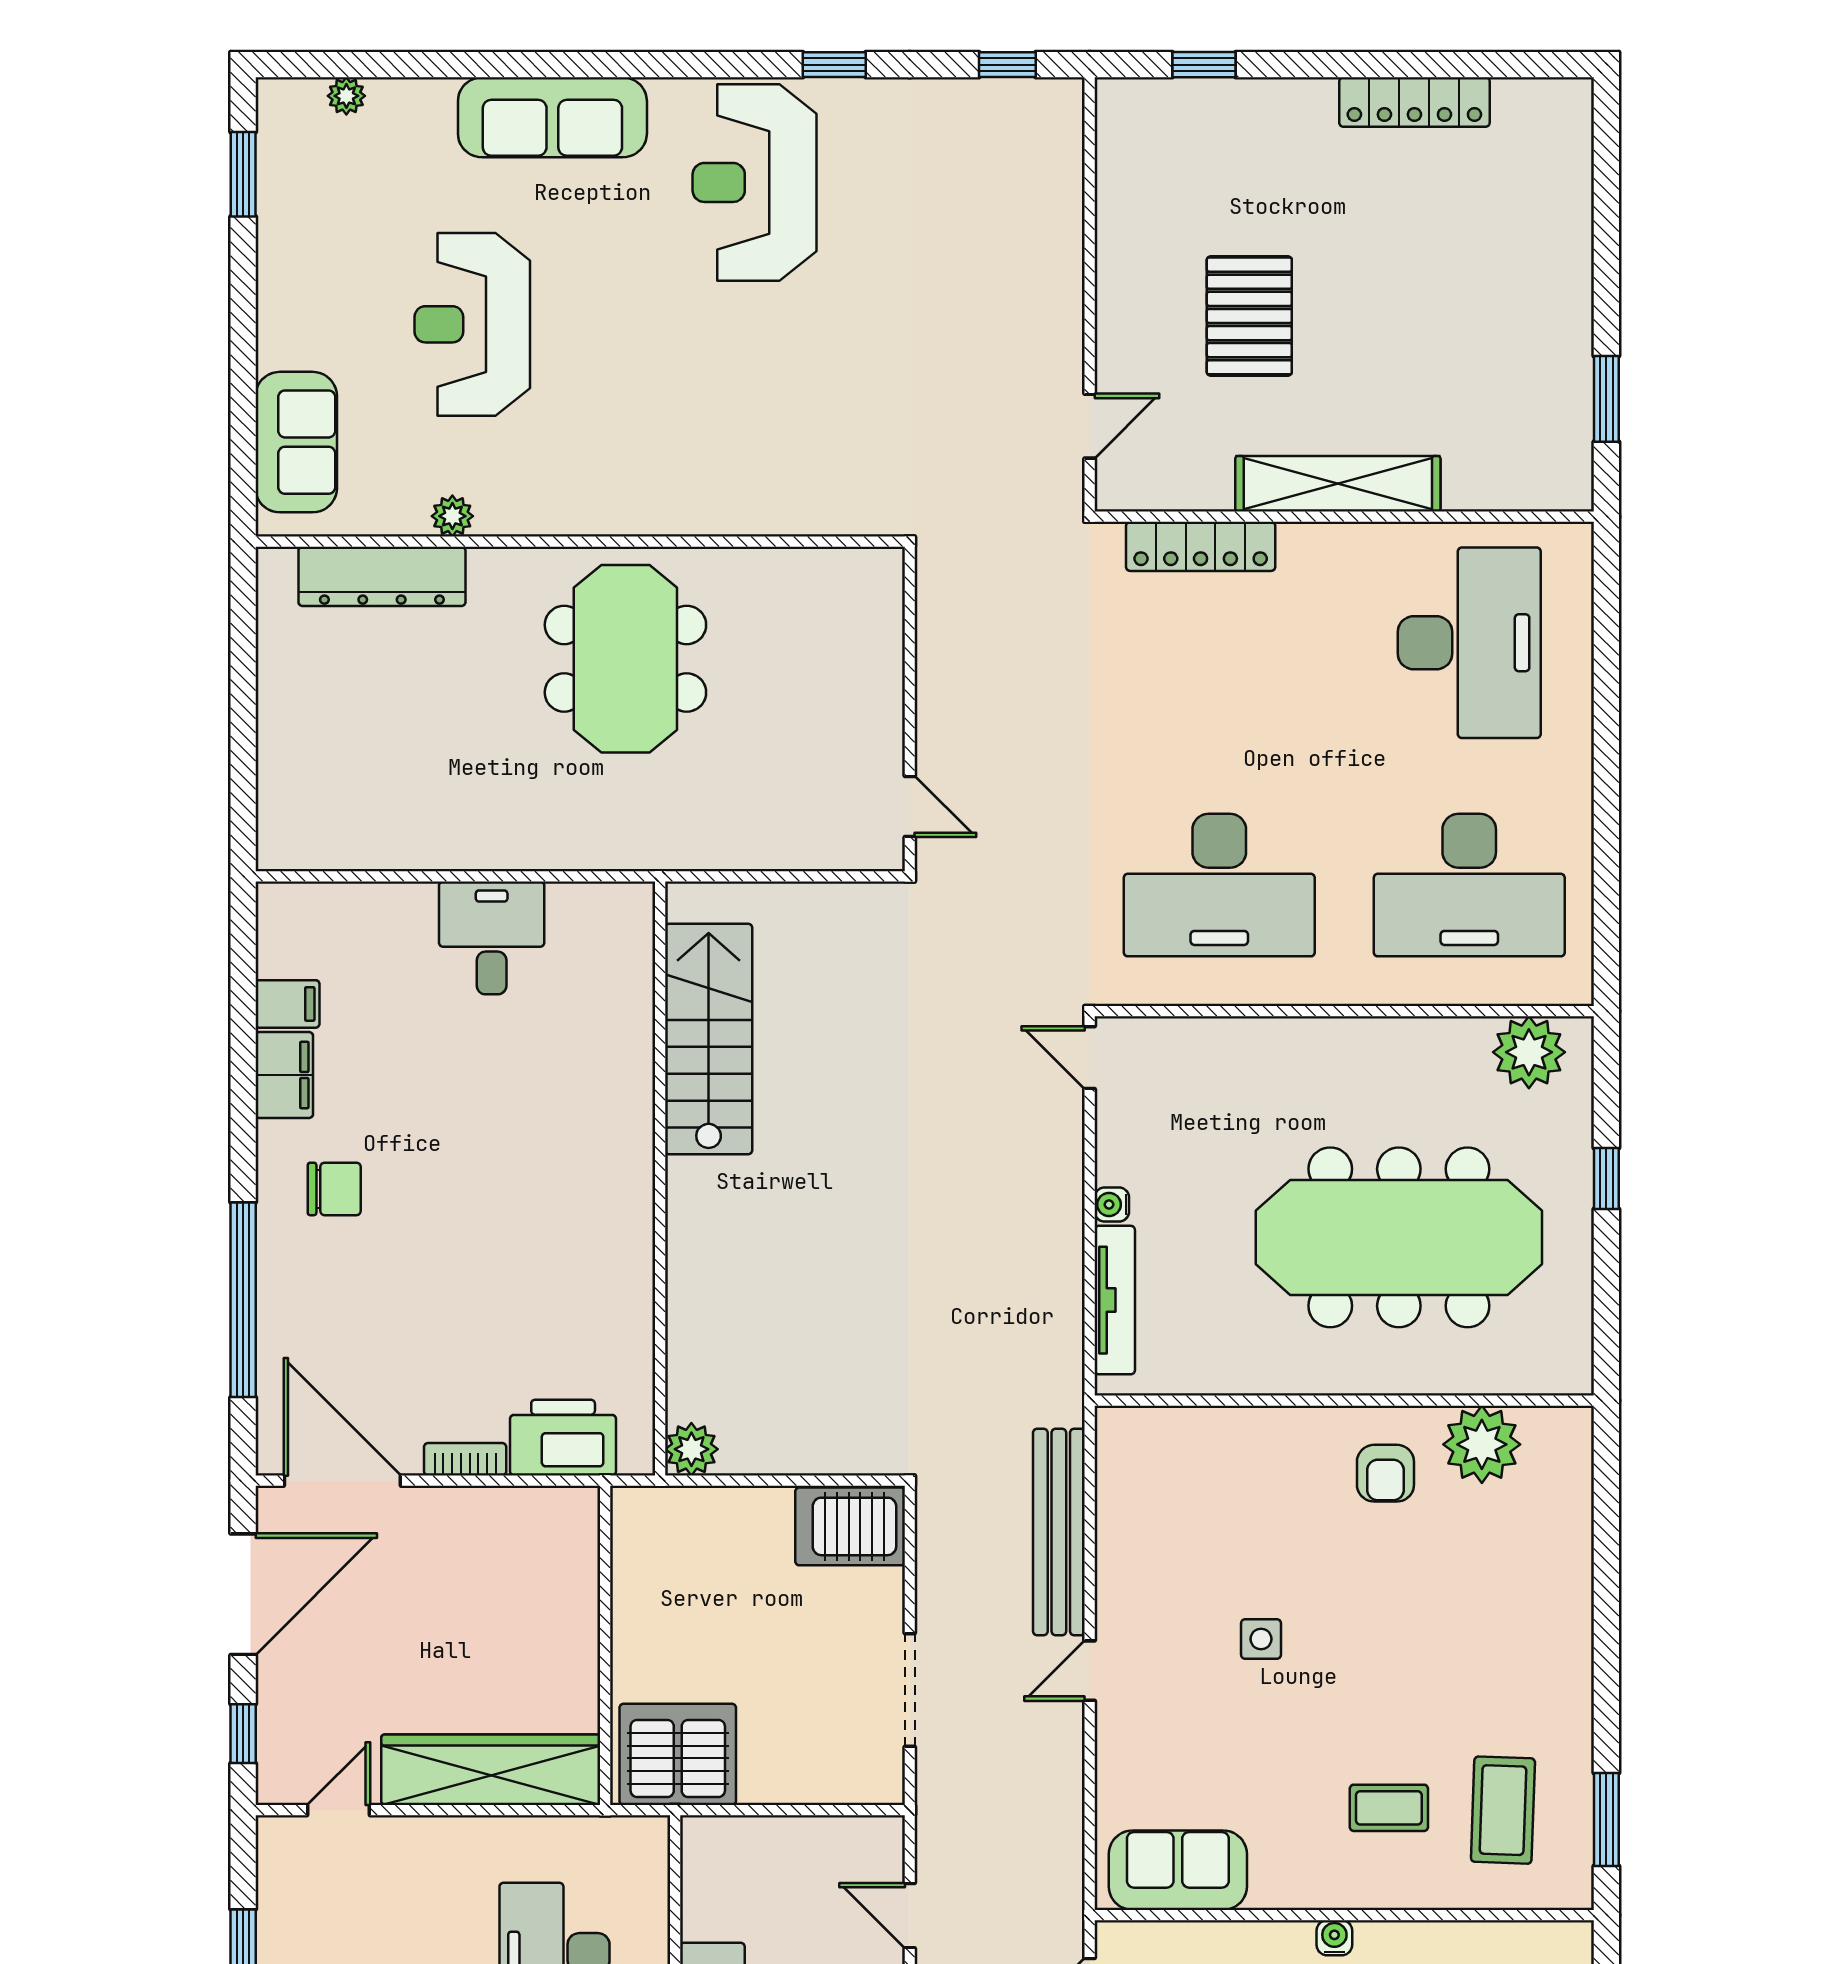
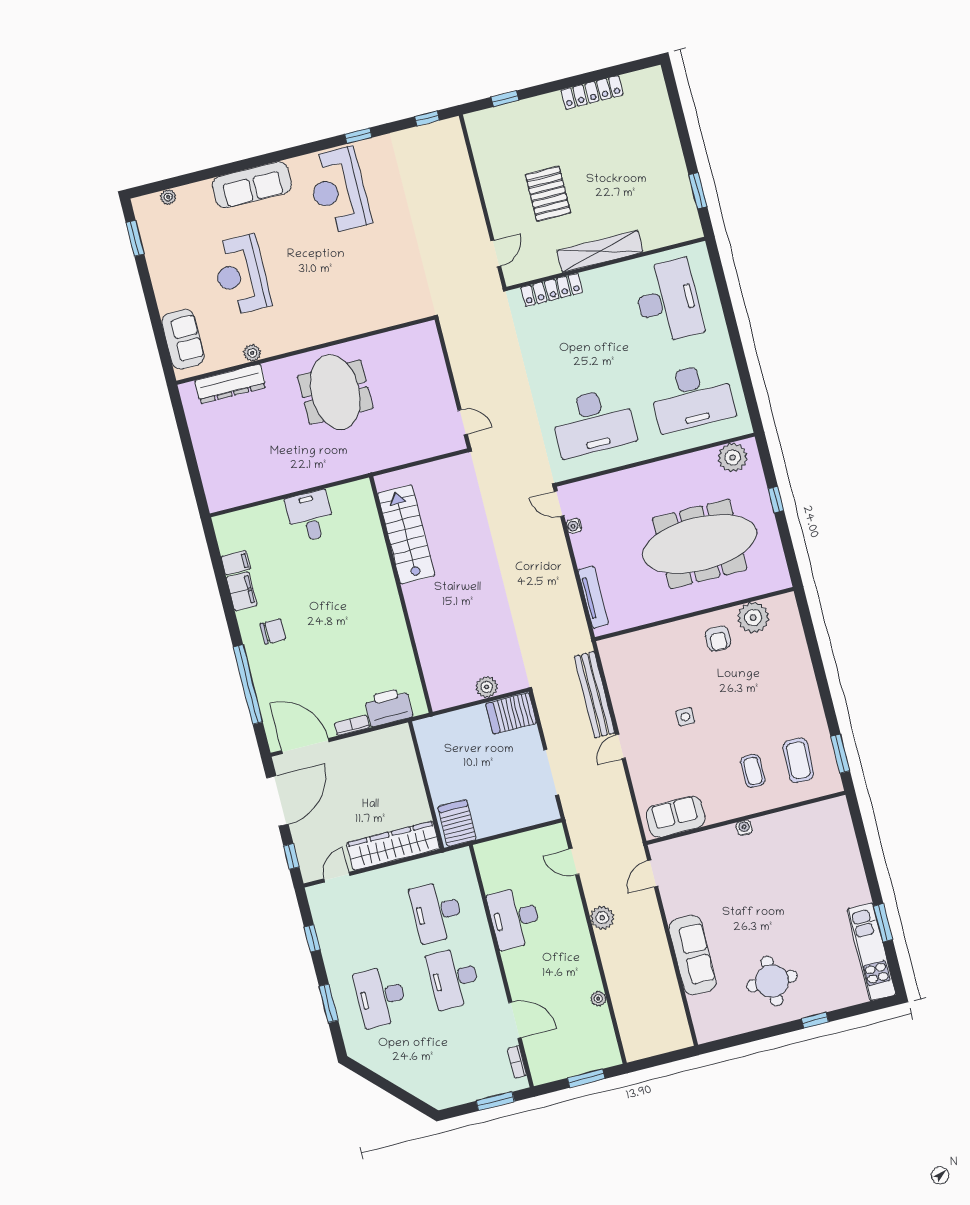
water cooler: (1112, 1205) -> (574, 526), moved
plant: (691, 1449) -> (487, 687), moved
server rack: (678, 1754) -> (457, 823), width x0.62
coffee table: (1389, 1808) -> (753, 771), turned 90

